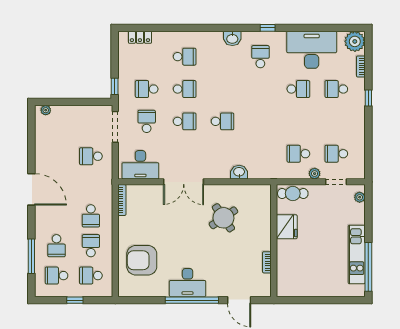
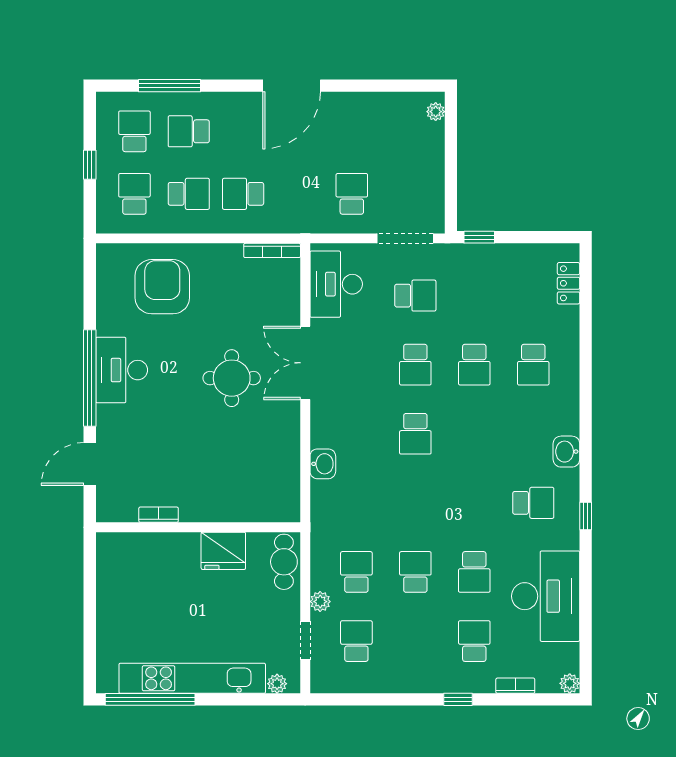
plant: (355, 41) -> (570, 683), width x0.53, depth x0.53
school desk: (147, 89) -> (415, 572), moved
round table: (223, 218) -> (232, 378), moved, turned 34
kitchen unit: (357, 255) -> (192, 678), width x1.36

